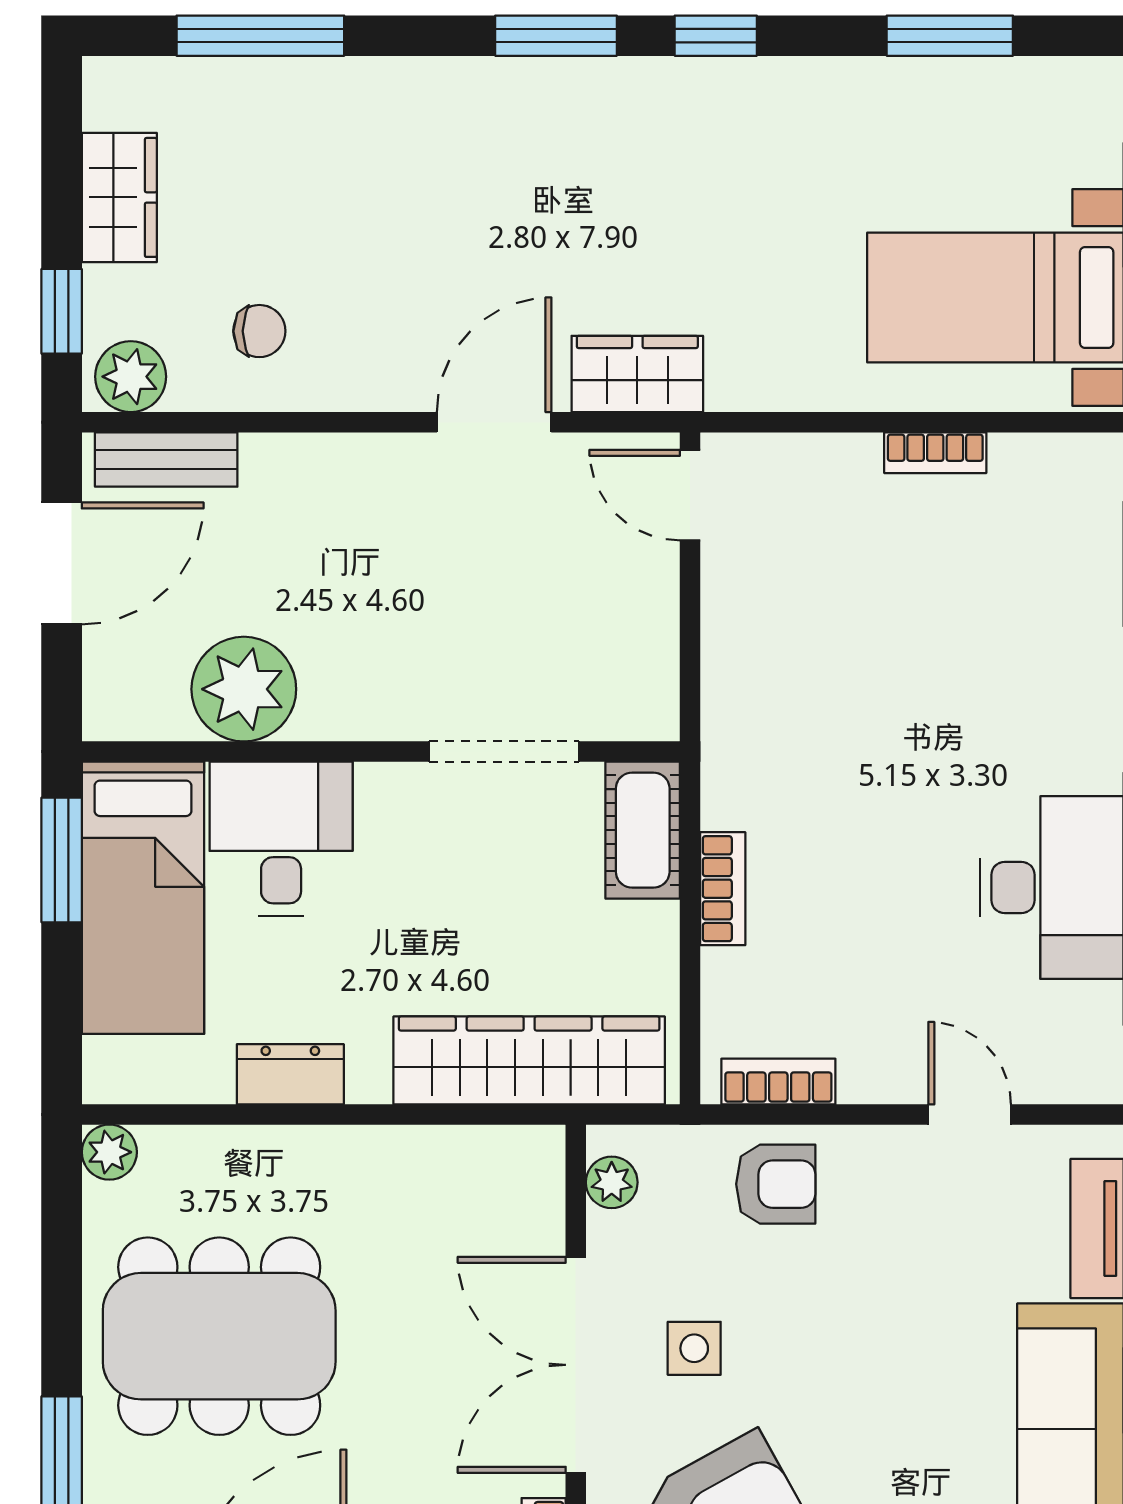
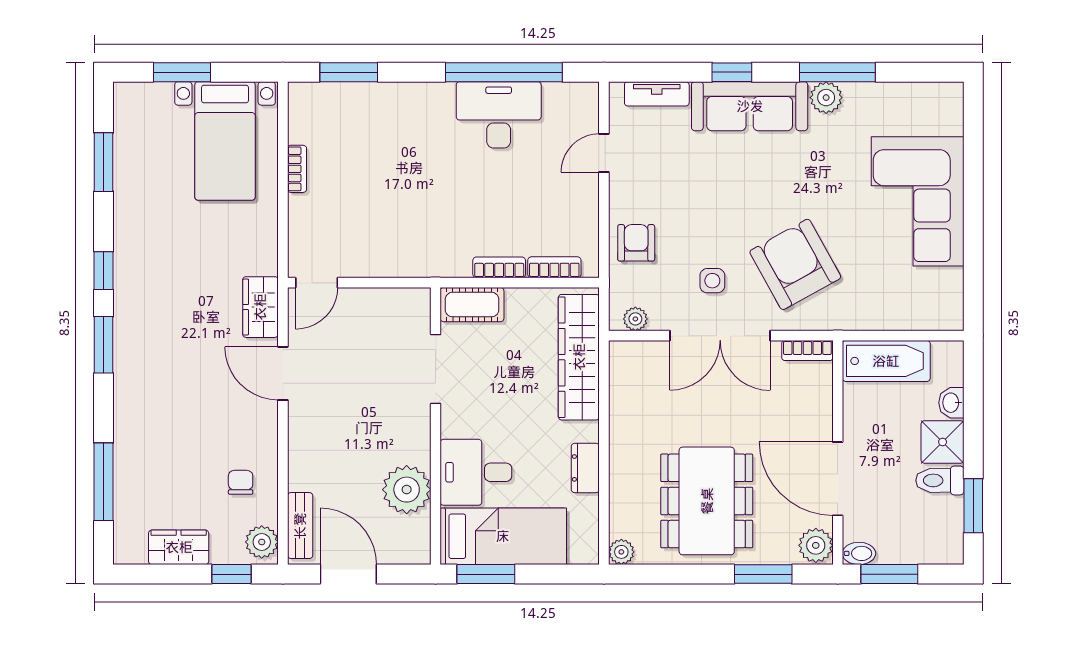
bookcase: (778, 1082) -> (554, 267), moved, turned 90

